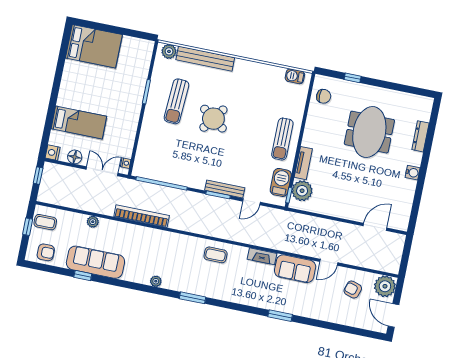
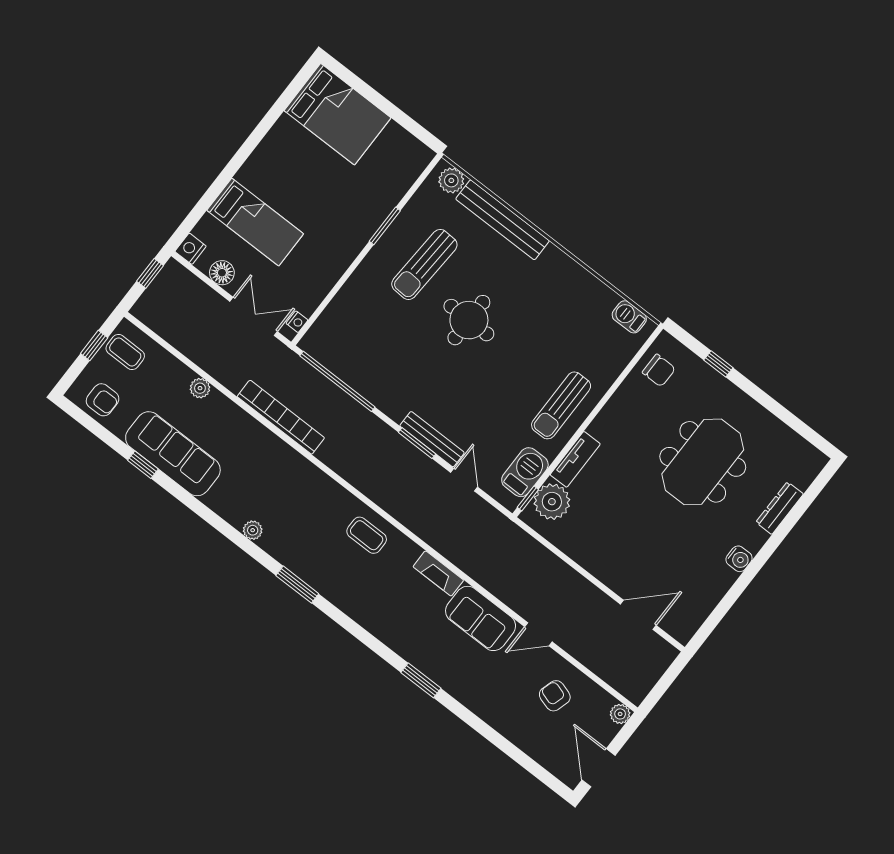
round table: (213, 119) -> (469, 320), turned -36
door: (251, 202) -> (464, 480), swing flipped
plant: (385, 286) -> (620, 714), width x0.53, depth x0.53

